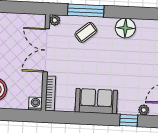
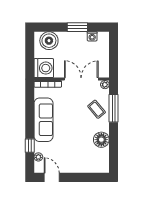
sofa: (96, 101) -> (43, 120), width x1.36
washing machine: (35, 104) -> (44, 68), width x1.89, depth x1.89

